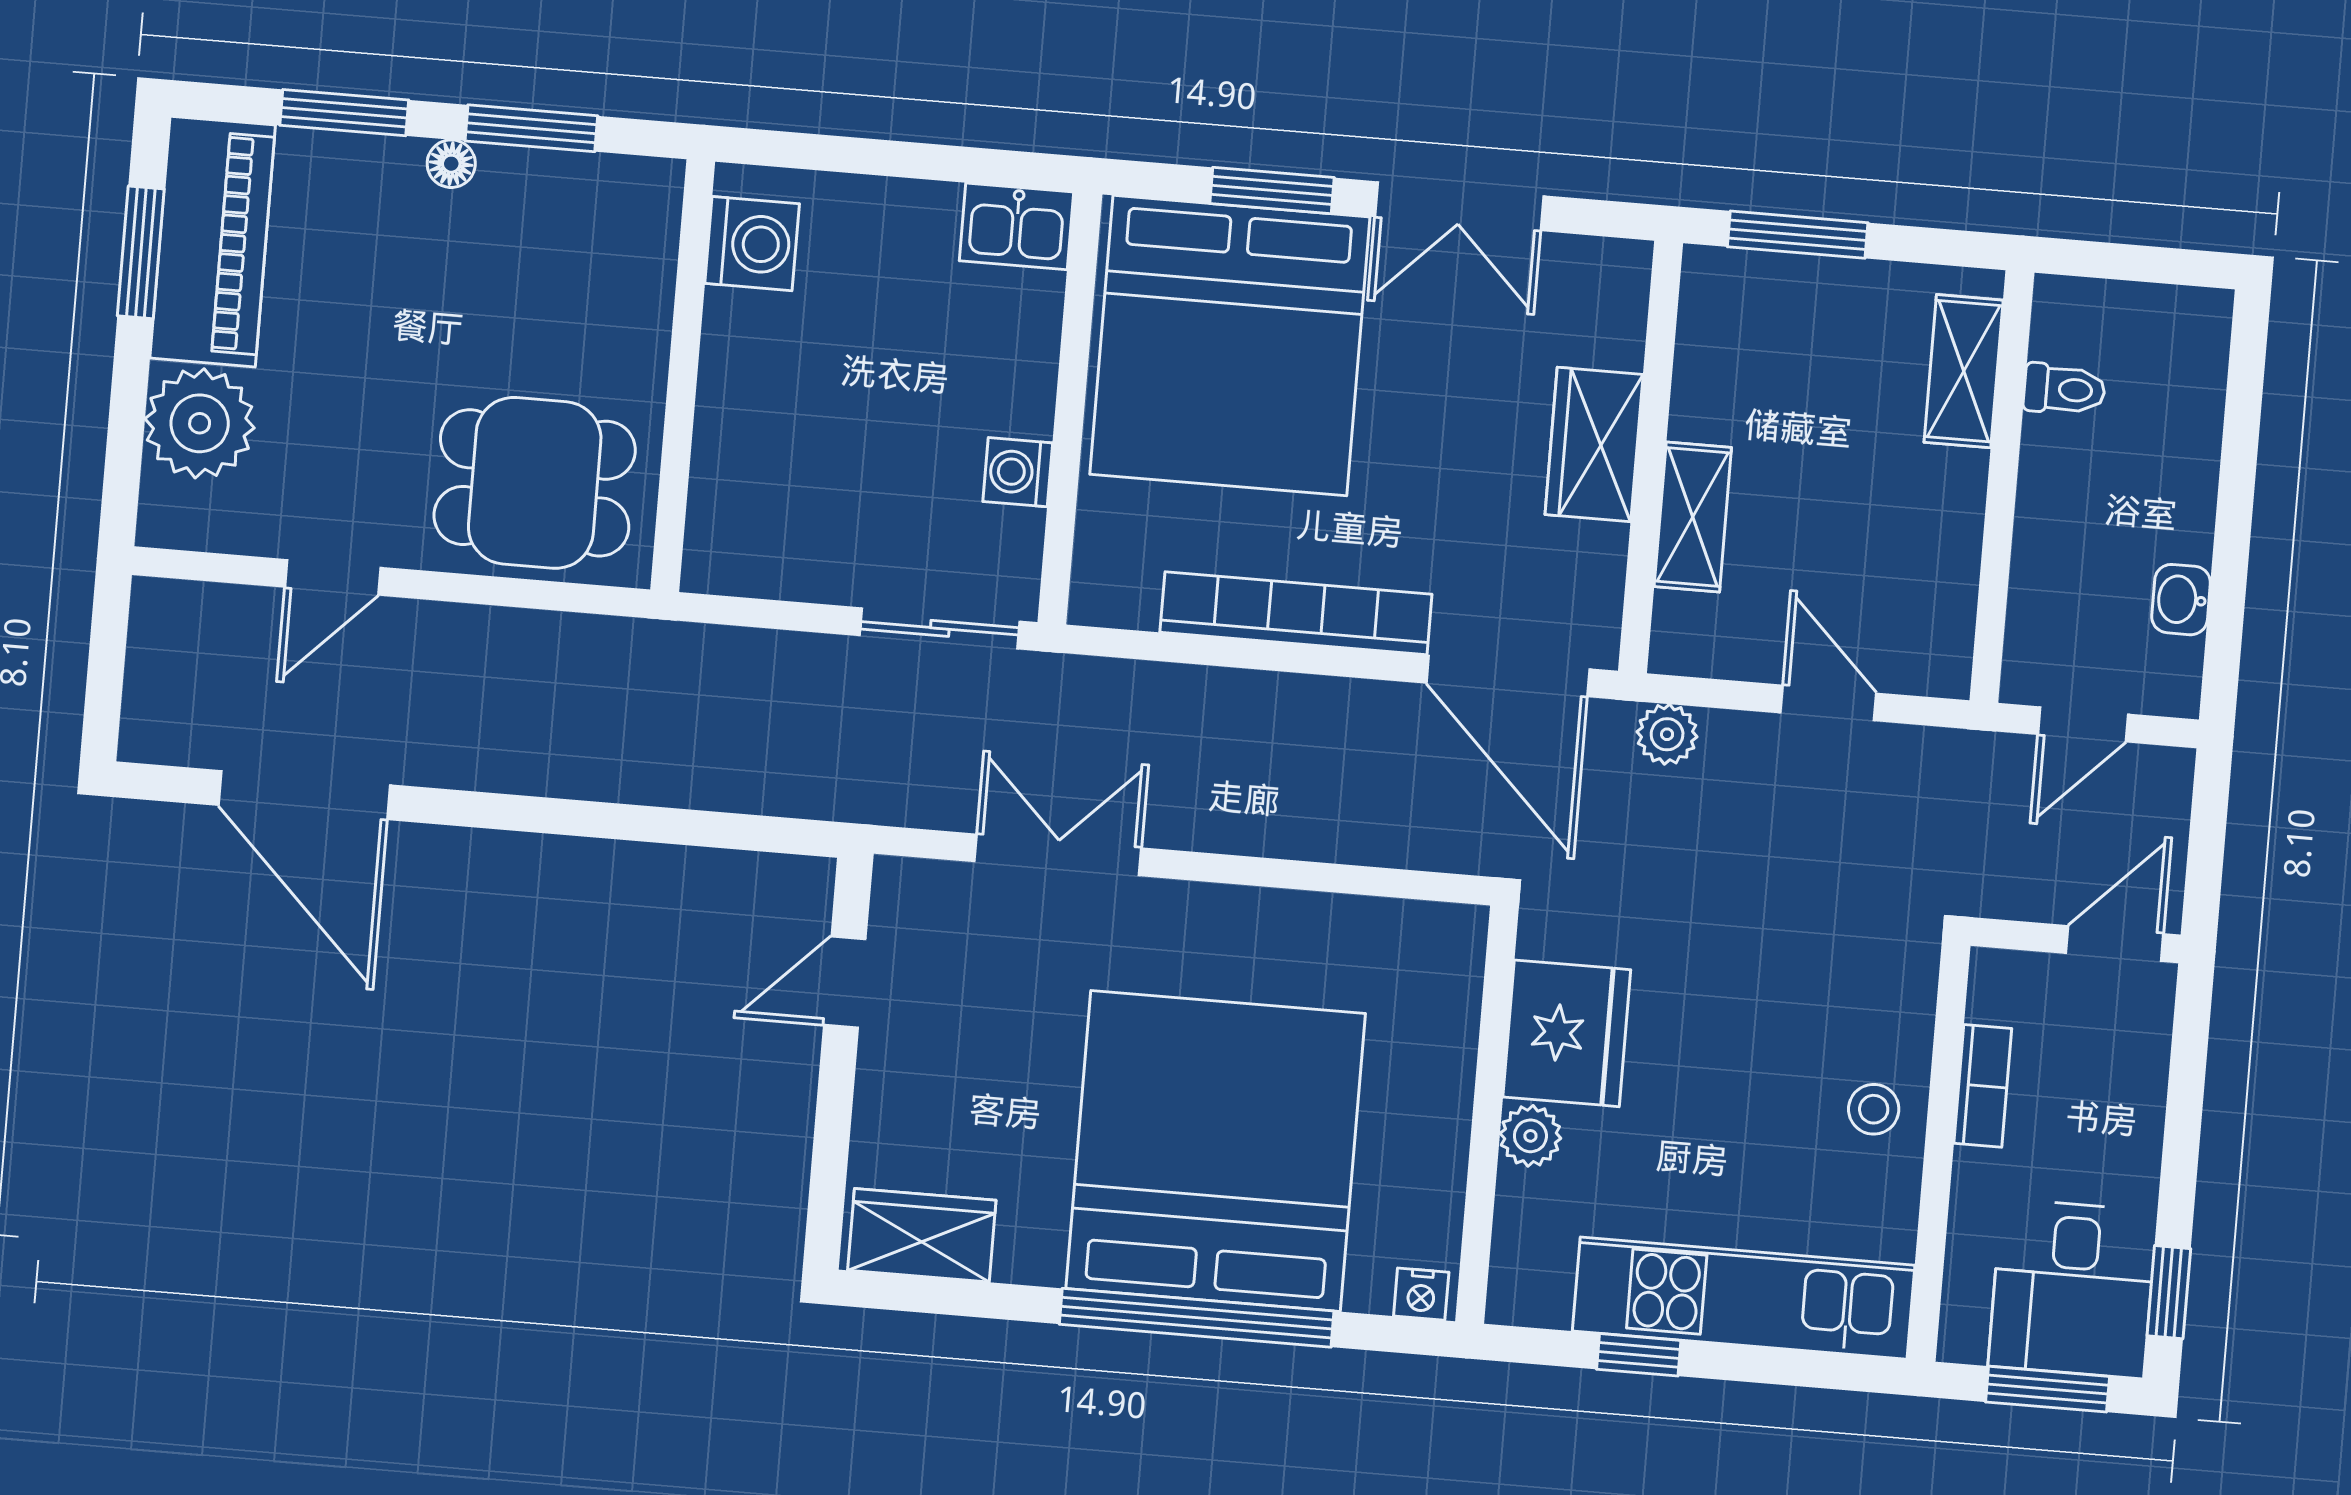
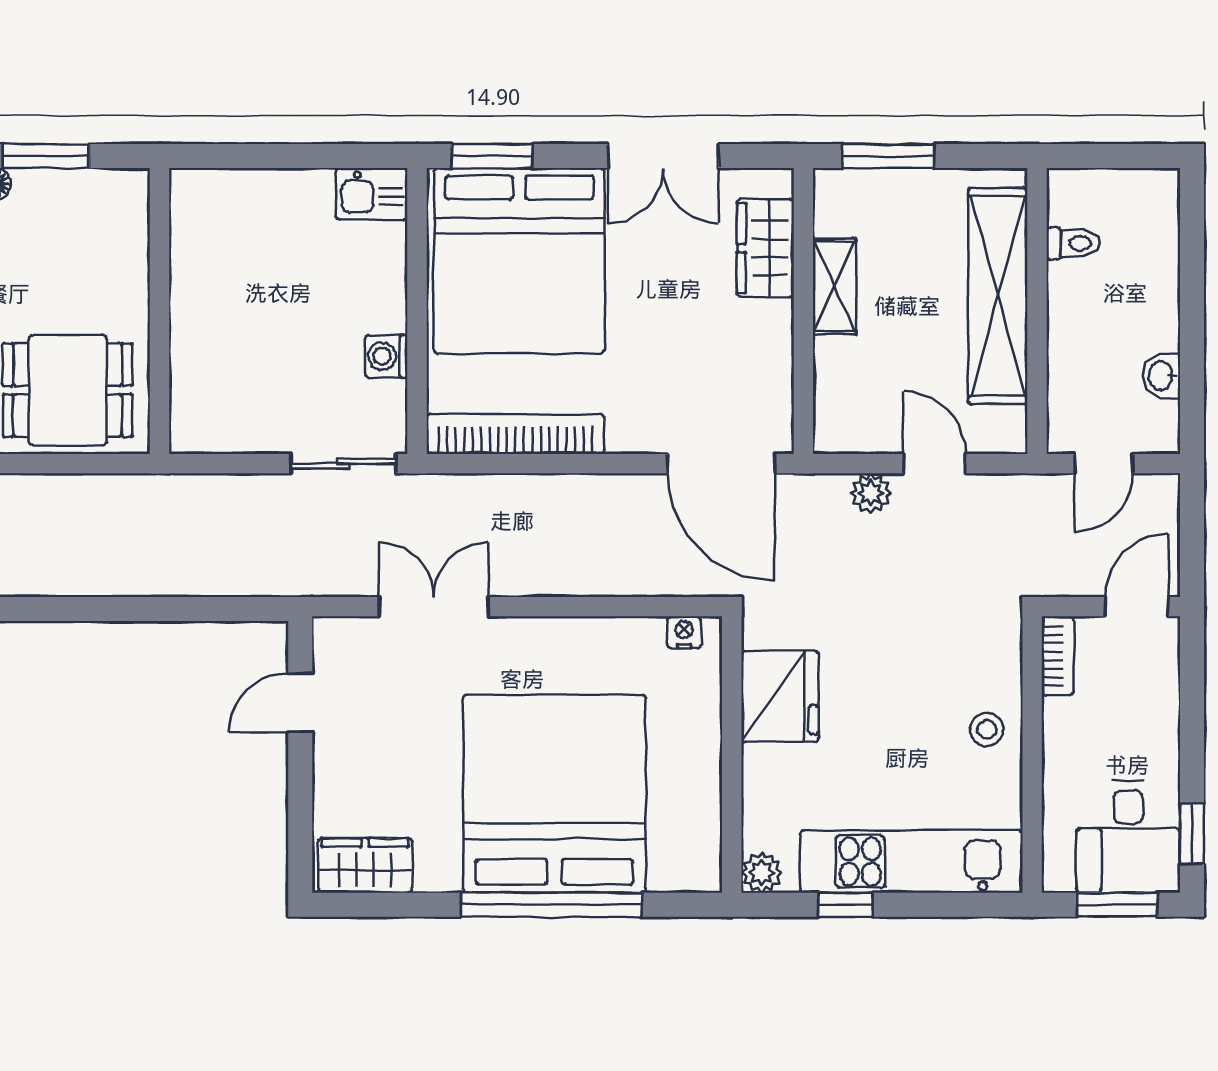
window: (1272, 191) -> (492, 156), moved
washing machine: (752, 244) -> (198, 220), removed
shelving: (1964, 371) -> (998, 296), width x2.20, depth x1.33
wardrobe: (1594, 445) -> (765, 248), moved
shelving: (1693, 517) -> (835, 286), moved
bookcase: (1296, 613) -> (515, 434), moved
plant: (1667, 734) -> (871, 493), moved
bookcase: (1983, 1086) -> (1058, 656), moved
plant: (1530, 1136) -> (762, 872), moved
nightstand: (1421, 1294) -> (684, 632), moved, turned 180

